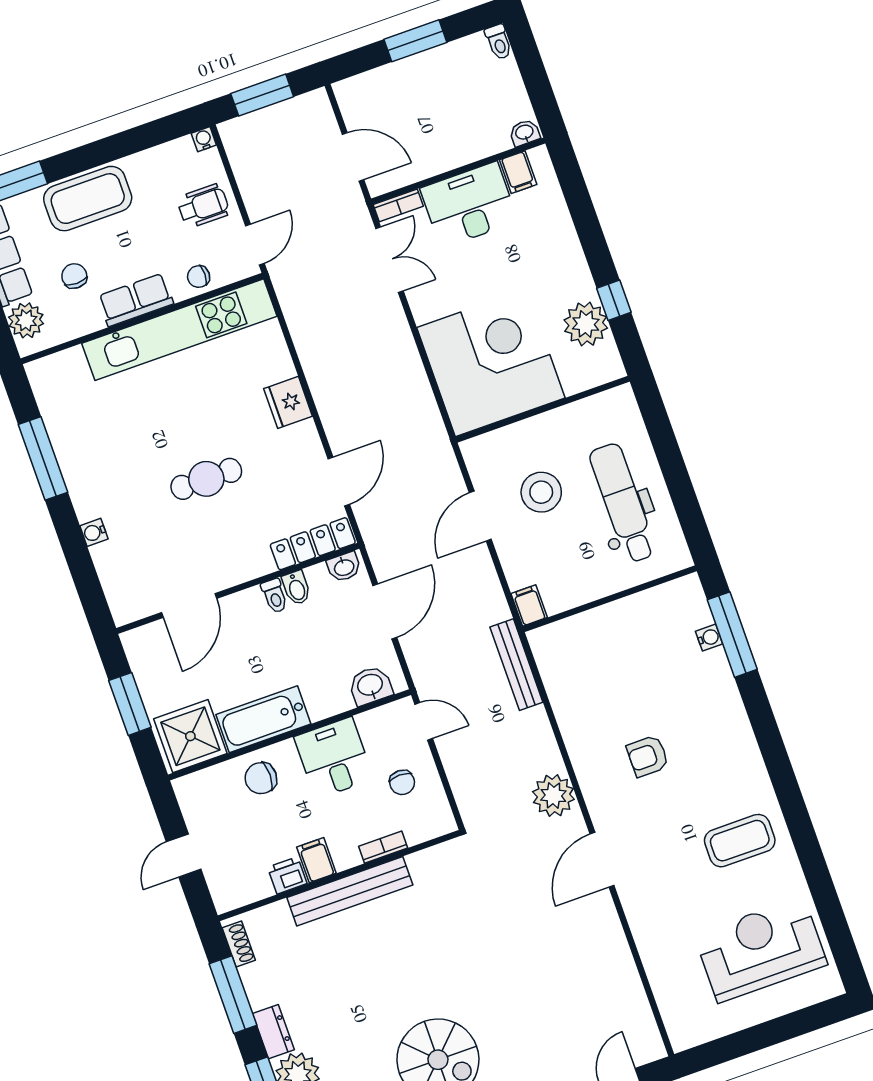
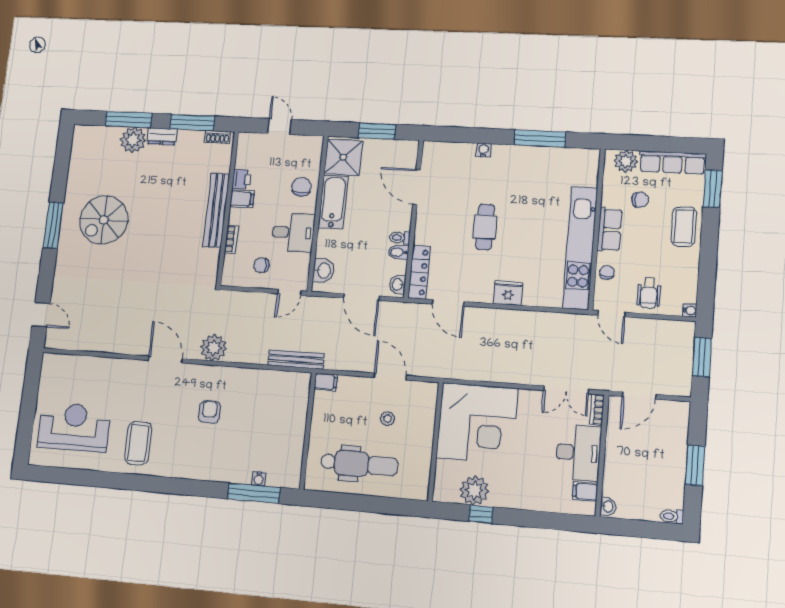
coffee table: (88, 199) -> (684, 227), width x0.73, depth x0.76
stool: (541, 492) -> (387, 419), width x0.53, depth x0.53
reception desk: (761, 950) -> (74, 427), turned -90

